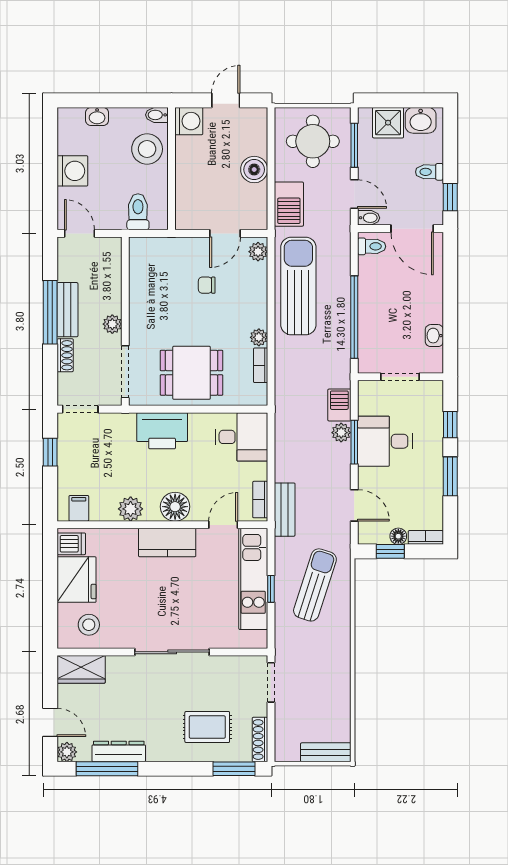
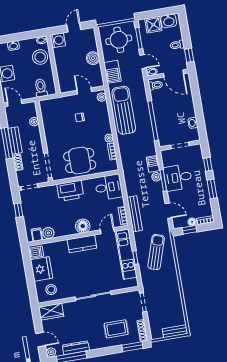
door: (225, 233) -> (84, 91), swing flipped
plant: (112, 324) -> (34, 122), moved
plant: (131, 509) -> (48, 233), moved
bench: (285, 510) -> (135, 214), width x1.36

